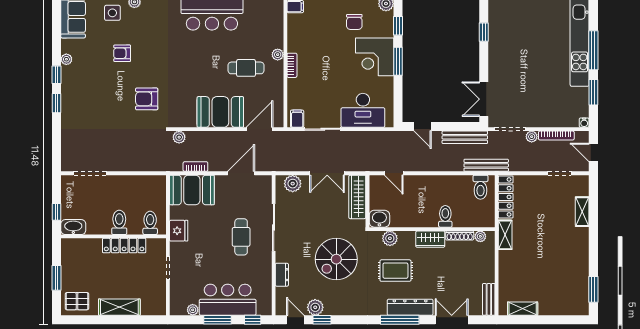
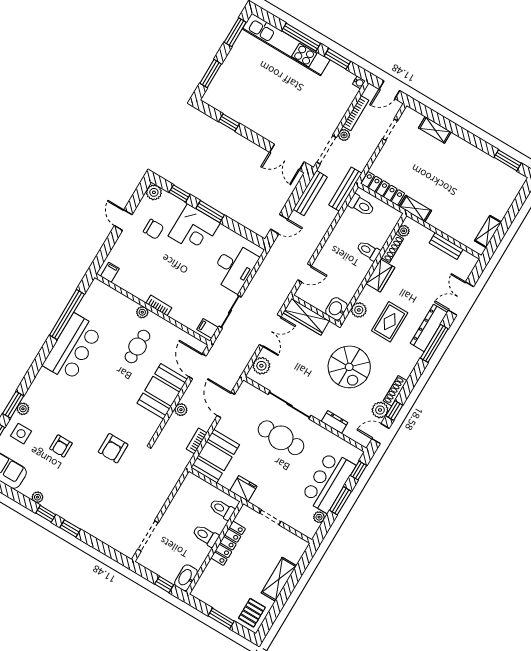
plant: (179, 137) -> (181, 410), moved
cafe table: (241, 237) -> (281, 438), width x1.37, depth x1.35
bench: (489, 299) -> (446, 246), moved
shoe rack: (339, 310) -> (395, 391), added

